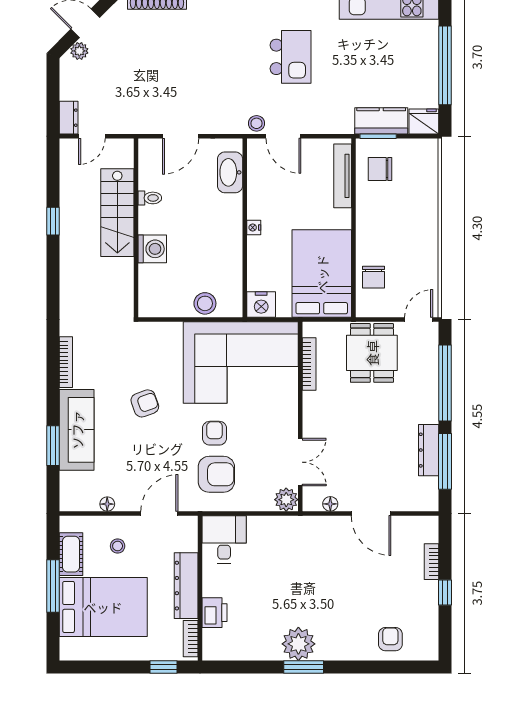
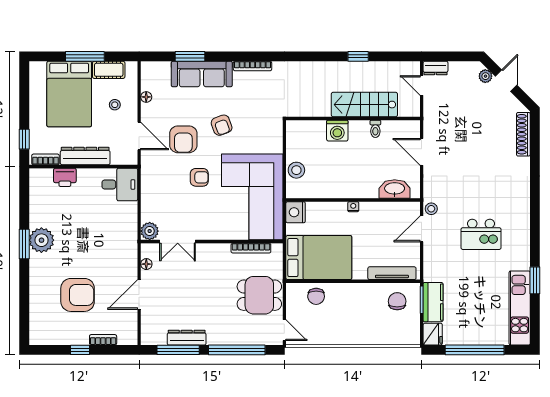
chair: (373, 277) -> (316, 296), turned -90
armchair: (216, 474) -> (183, 139), moved
armchair: (390, 639) -> (78, 295), moved, width x1.88, depth x1.88

